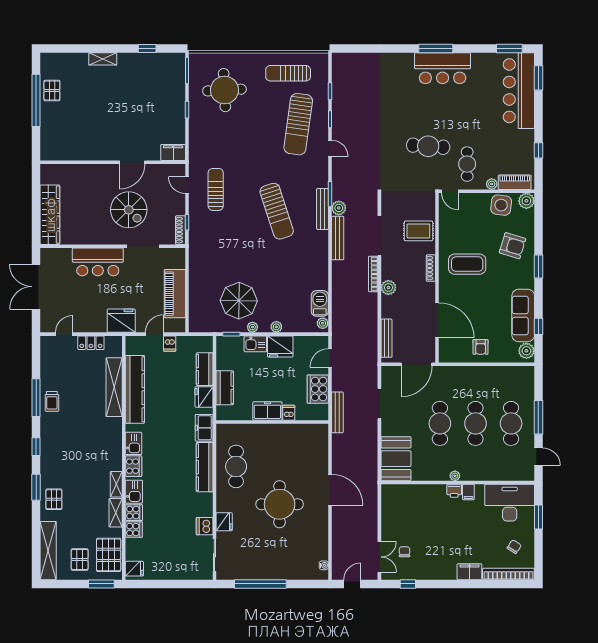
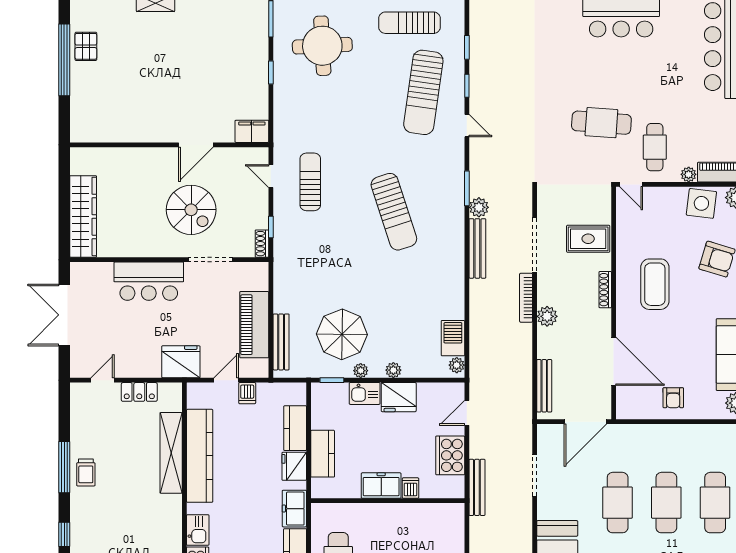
bench: (322, 209) -> (281, 342), moved
shoe rack: (180, 230) -> (262, 244), width x0.70
coffee table: (467, 264) -> (655, 284), turned 90

